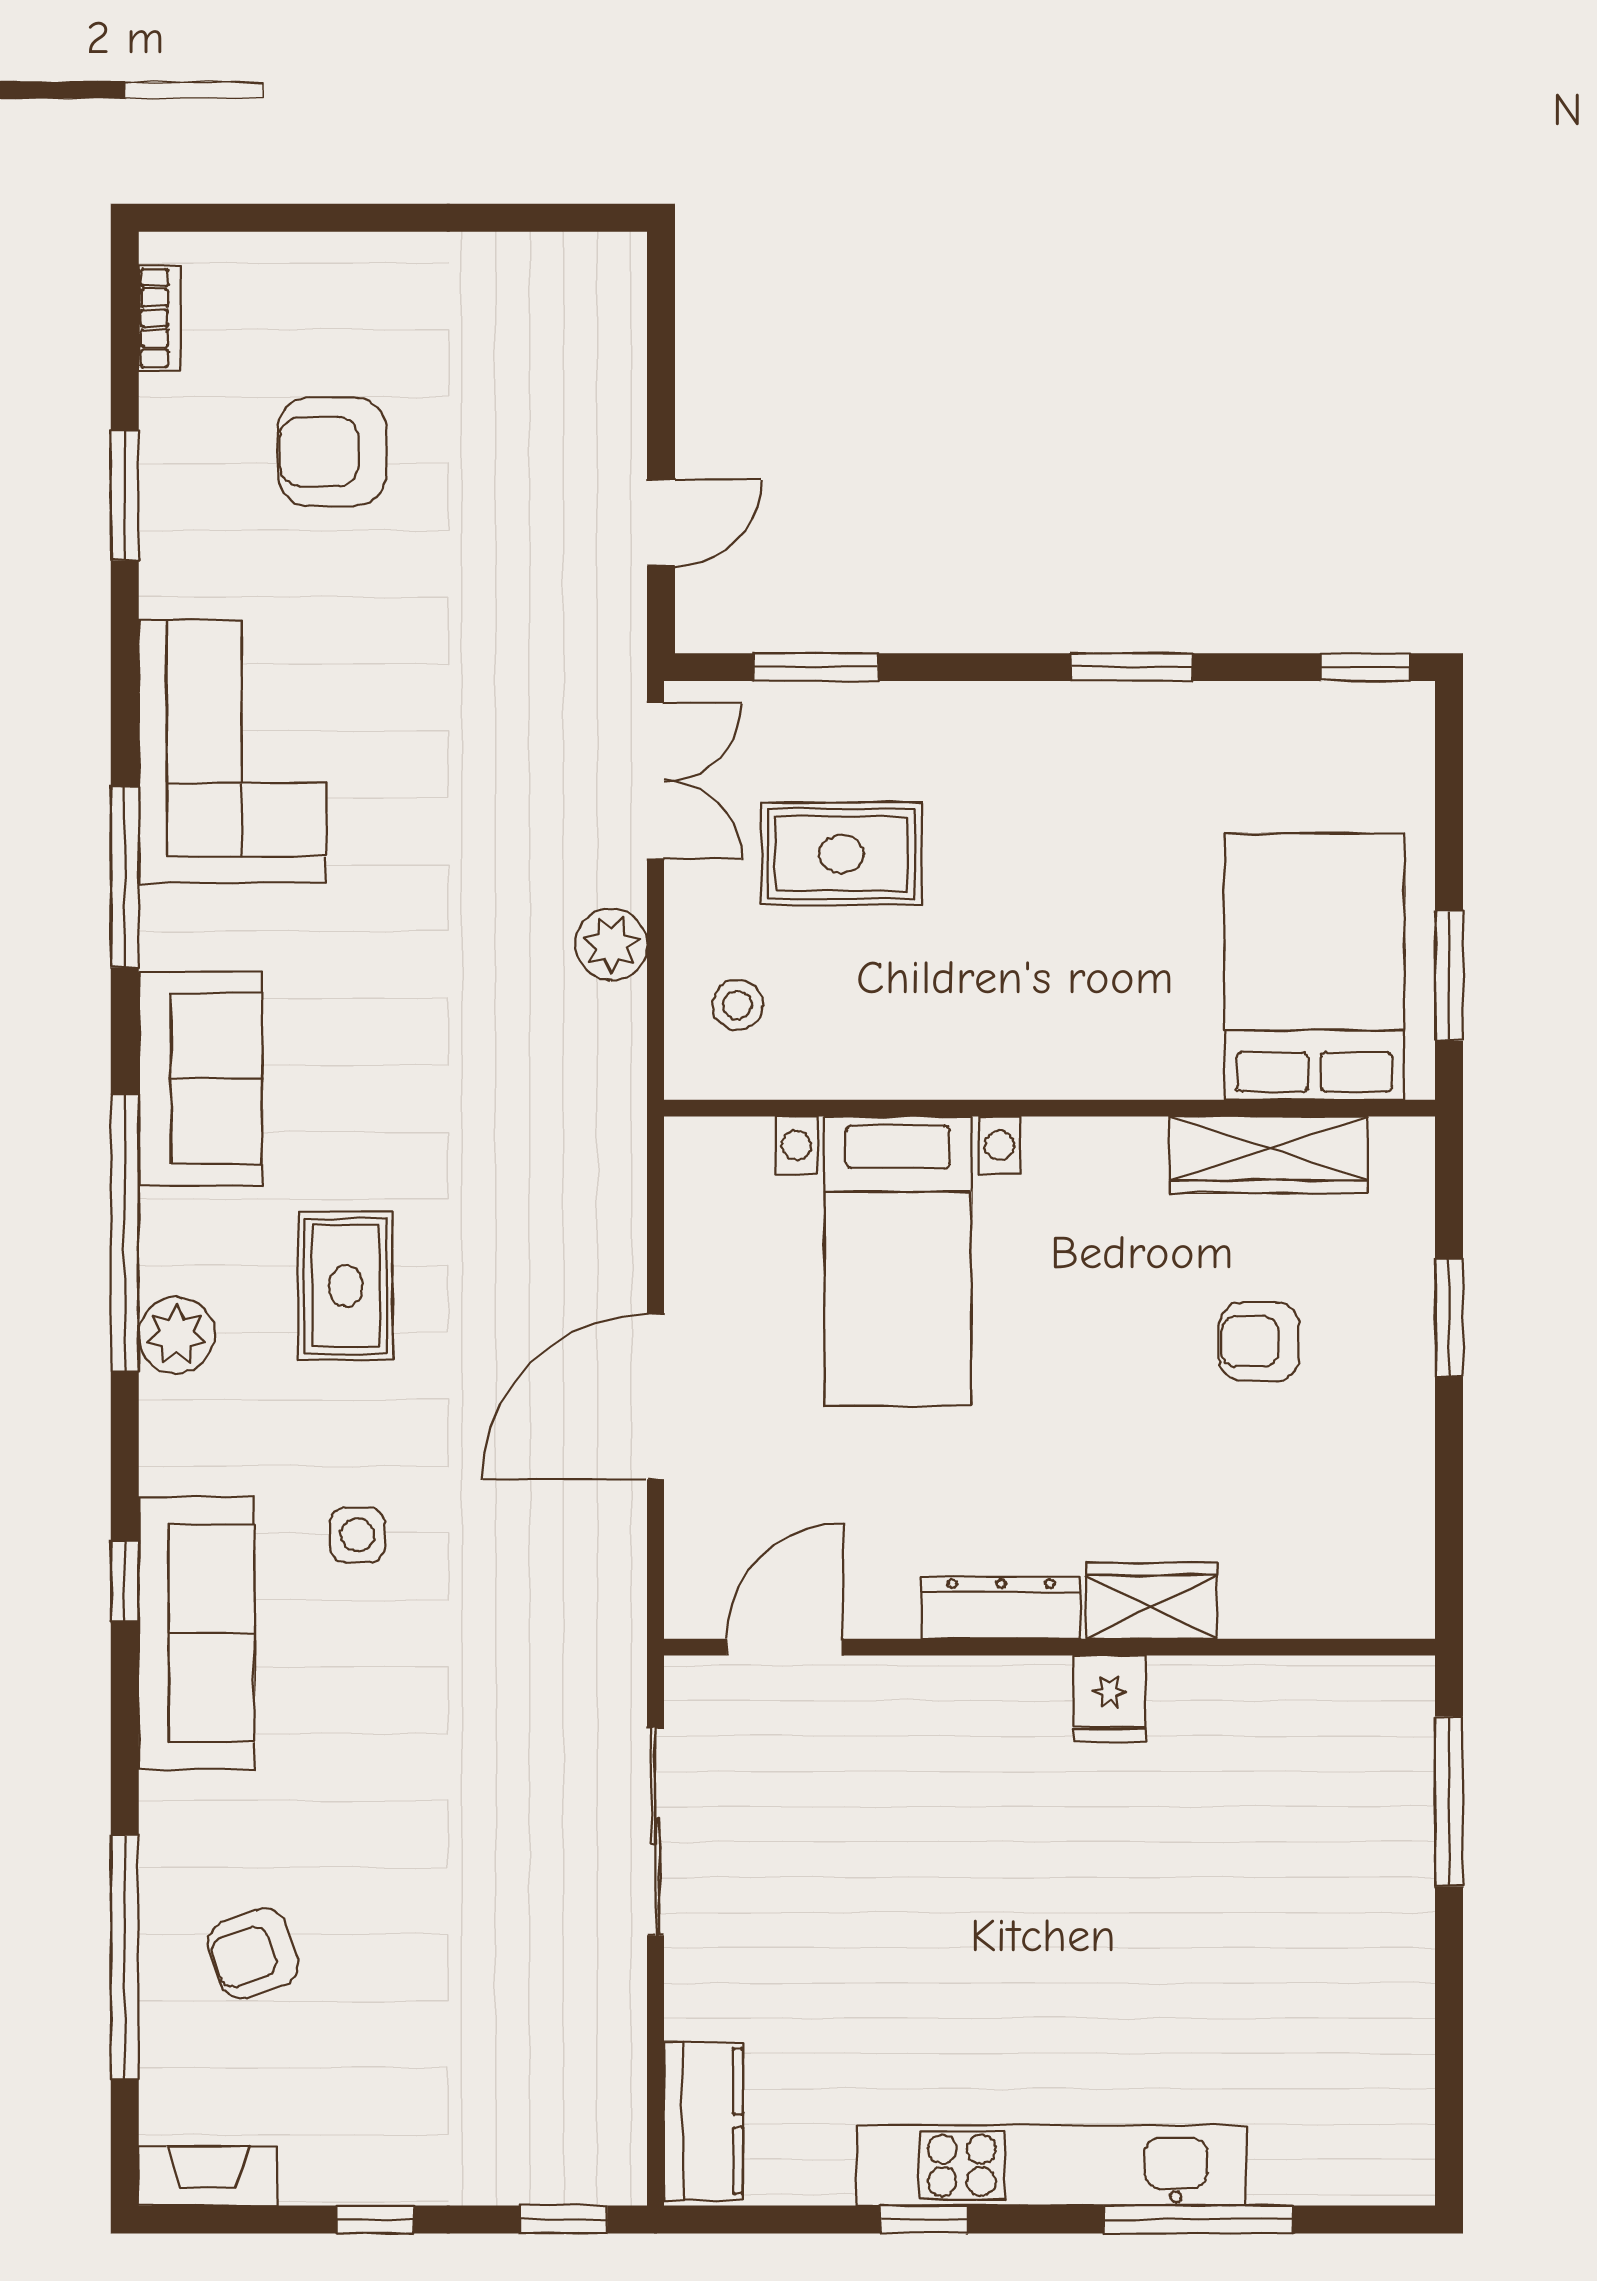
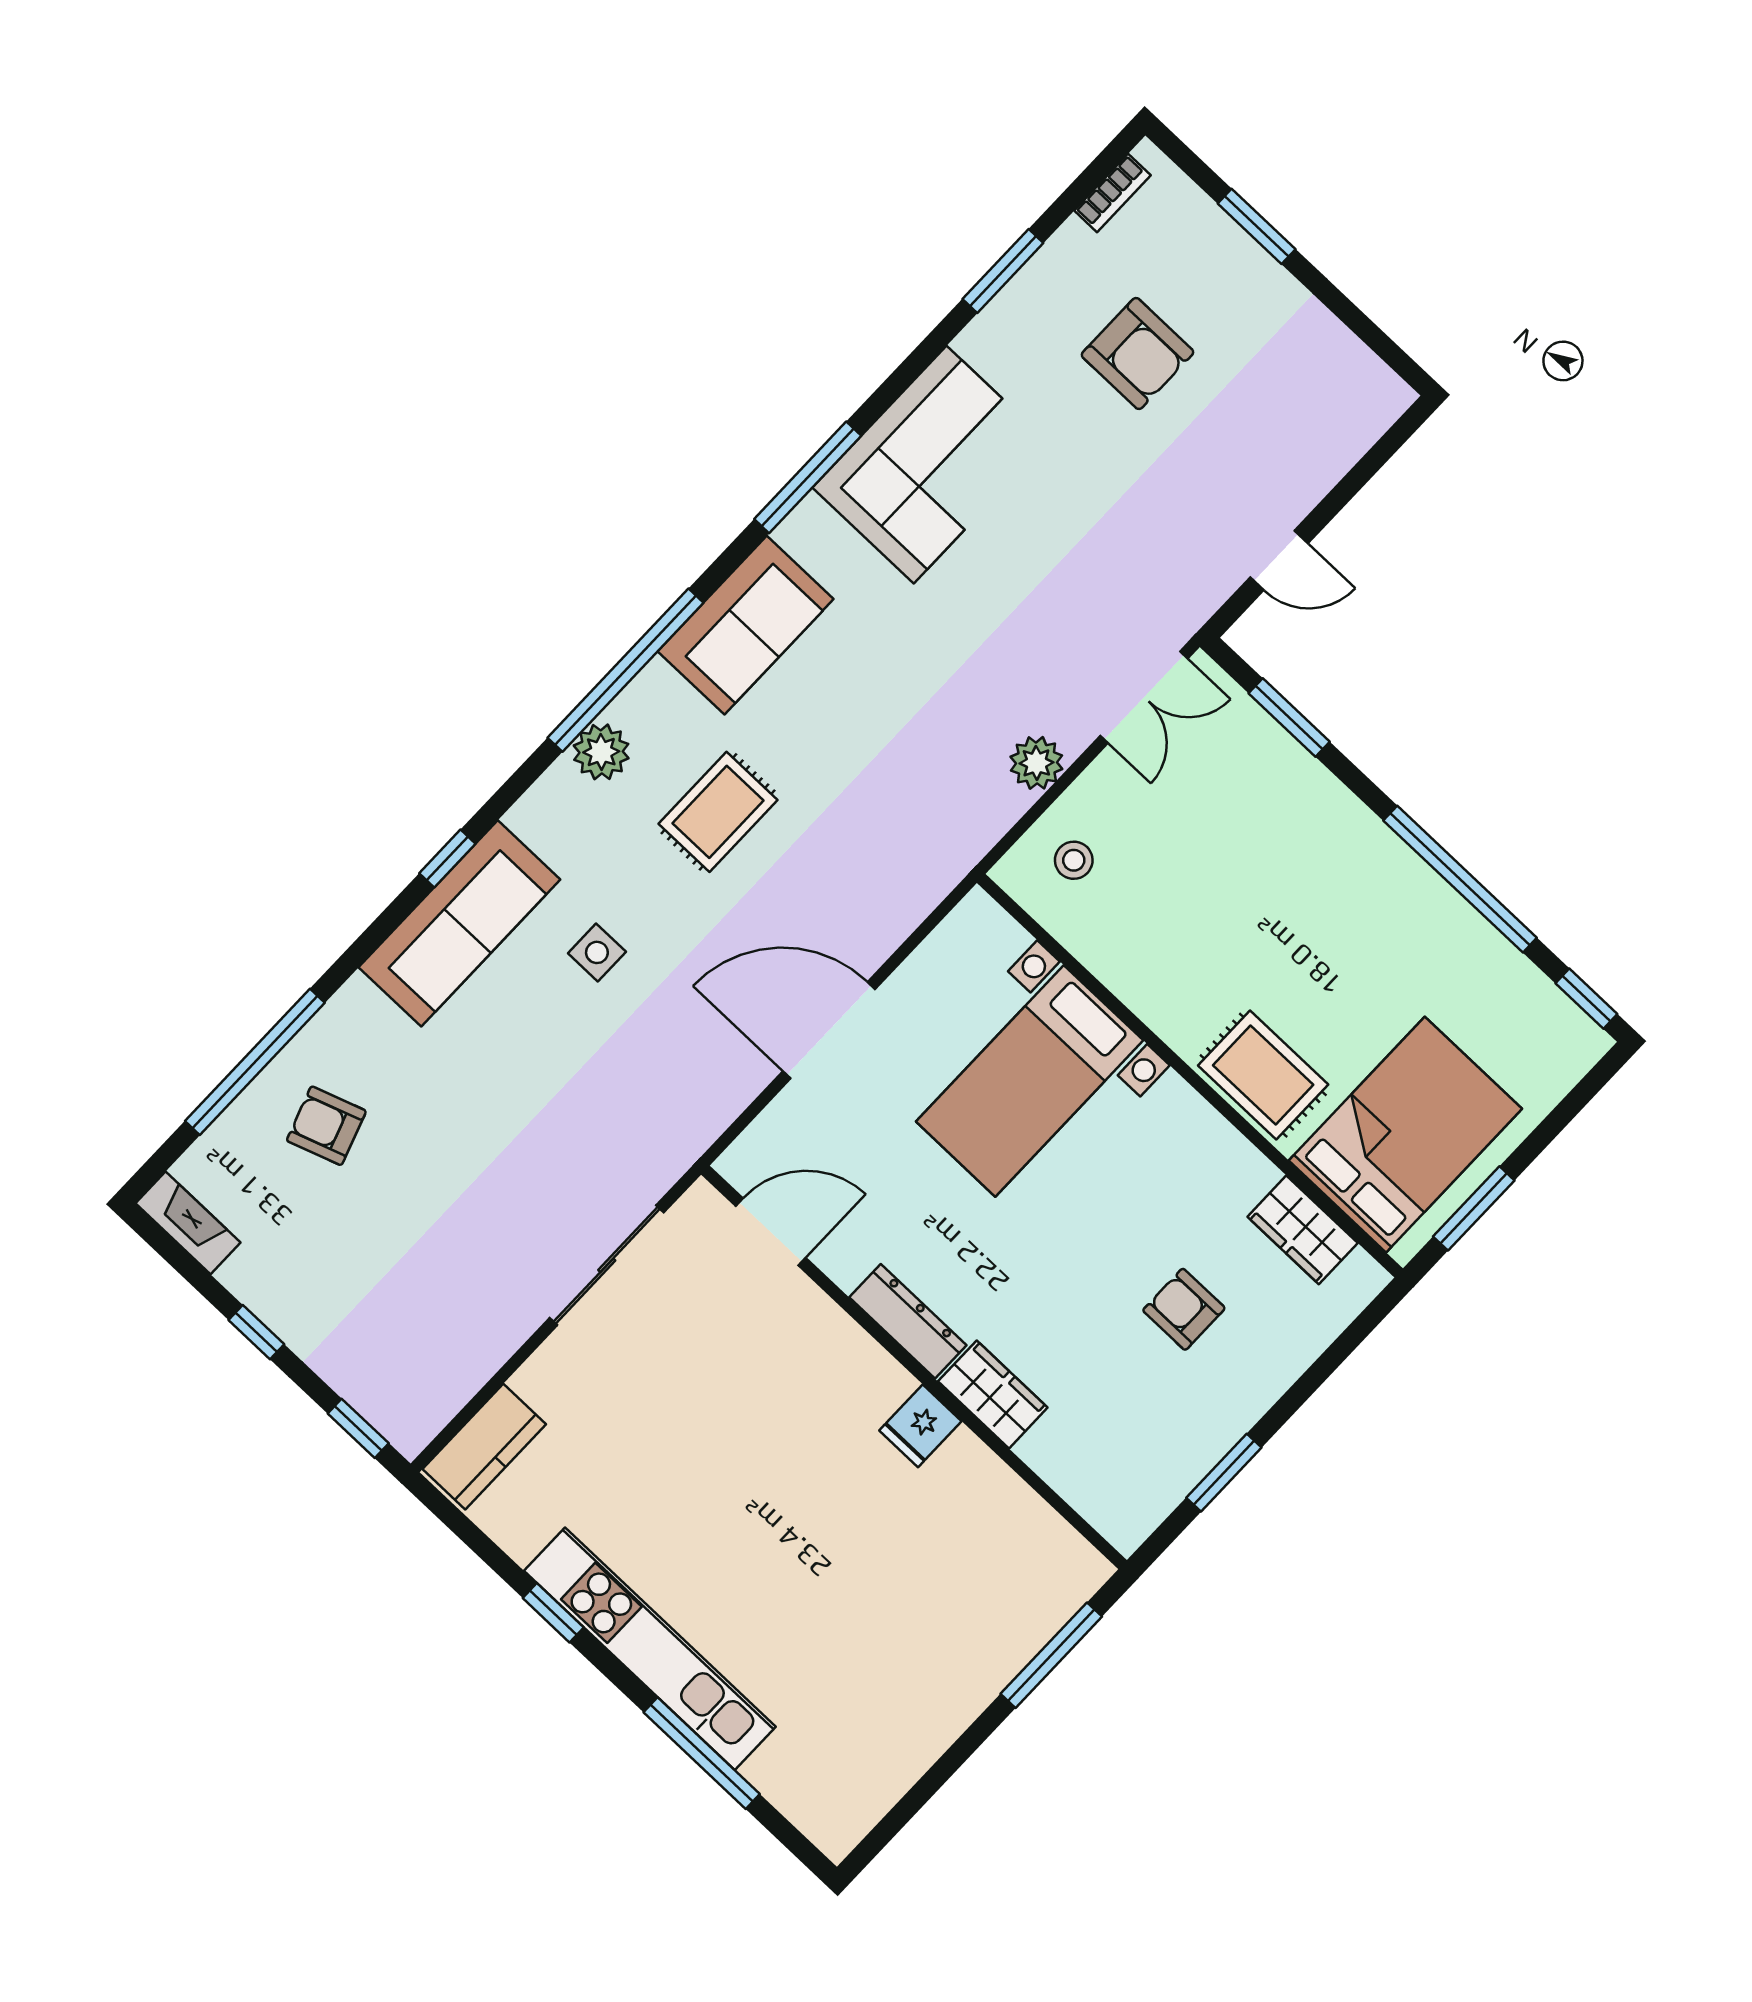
window: (331, 218) -> (1257, 226), added
armchair: (332, 452) -> (1138, 353), turned 180
window: (1132, 667) -> (1460, 879), width x2.11
rug: (841, 854) -> (1263, 1075), moved
wardrobe: (1269, 1155) -> (1303, 1230), width x0.67
window: (1449, 1317) -> (1224, 1473), moved

